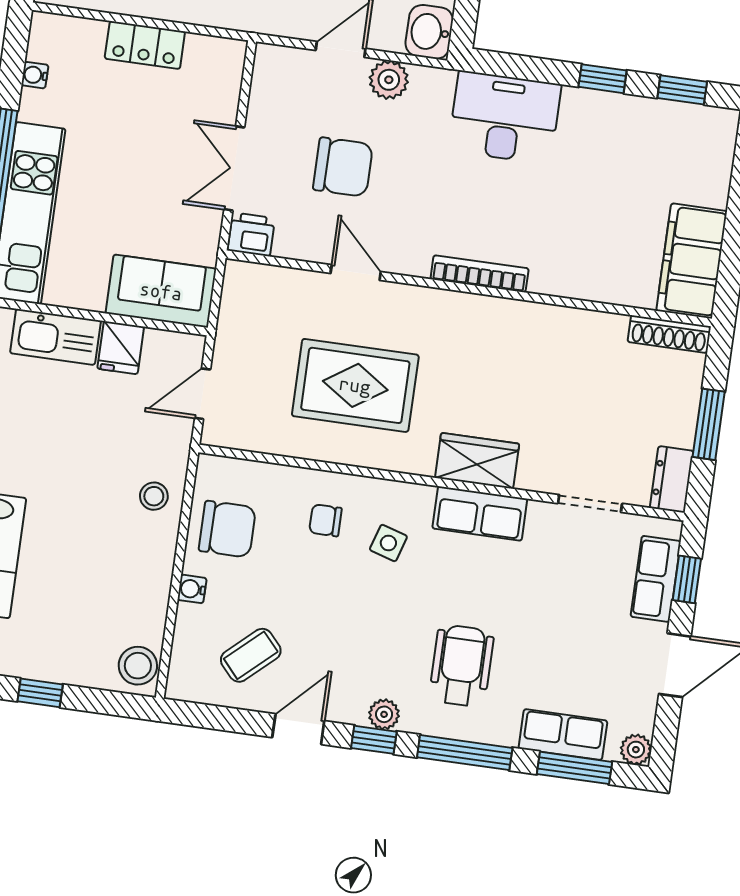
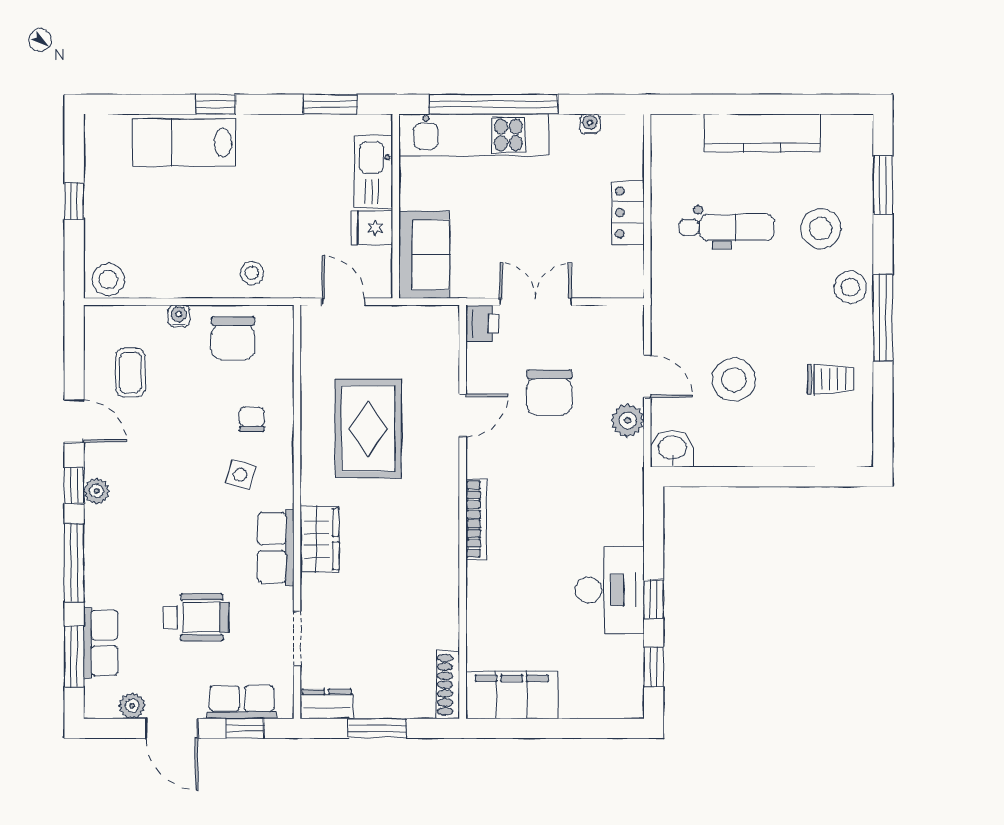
desk: (505, 117) -> (610, 590), moved
coffee table: (251, 655) -> (130, 373), turned 42
wheelchair: (462, 666) -> (196, 617), moved
plant: (636, 750) -> (132, 706), moved

